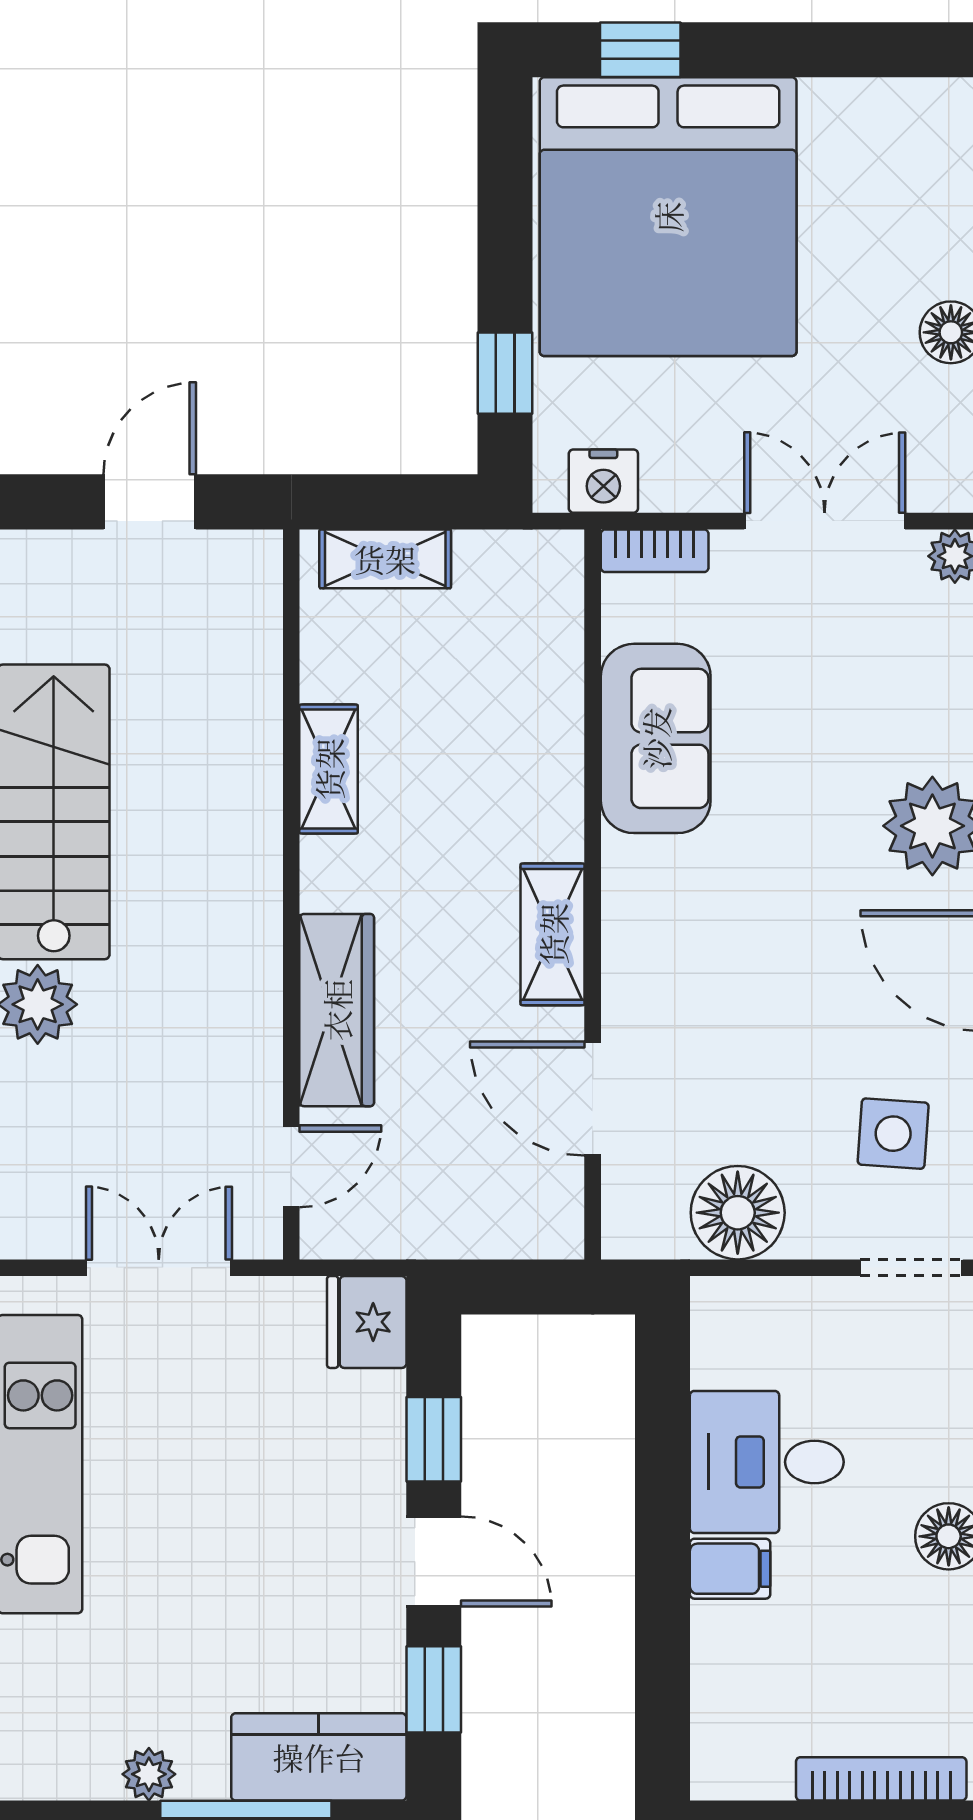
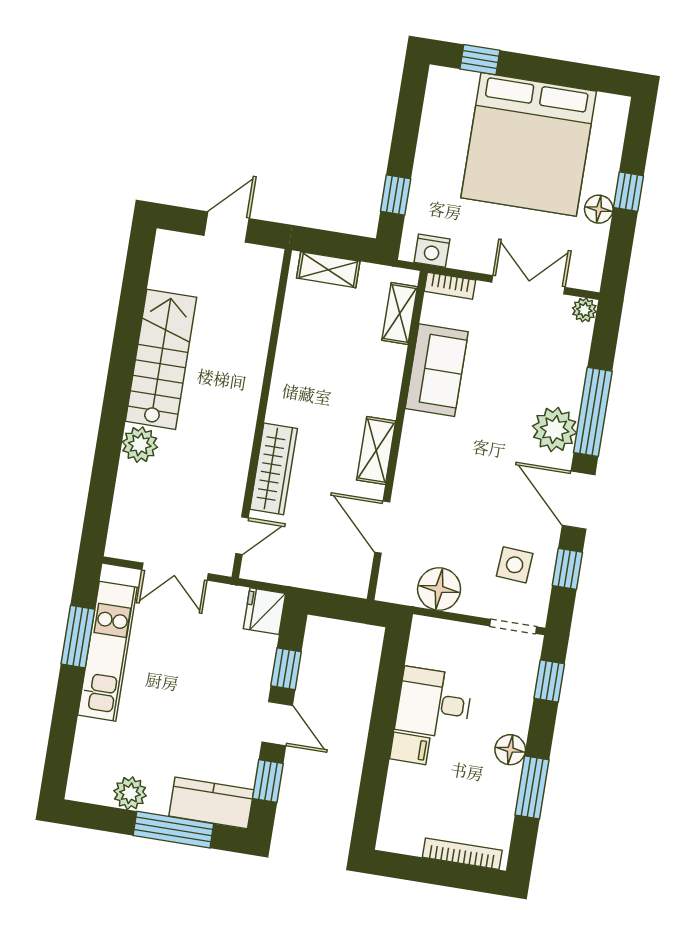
bed: (668, 217) -> (529, 144), moved
shelving: (329, 769) -> (400, 314), moved
double door: (159, 1268) -> (175, 572), swing flipped
plant: (149, 1774) -> (130, 793), width x1.38, depth x1.38

